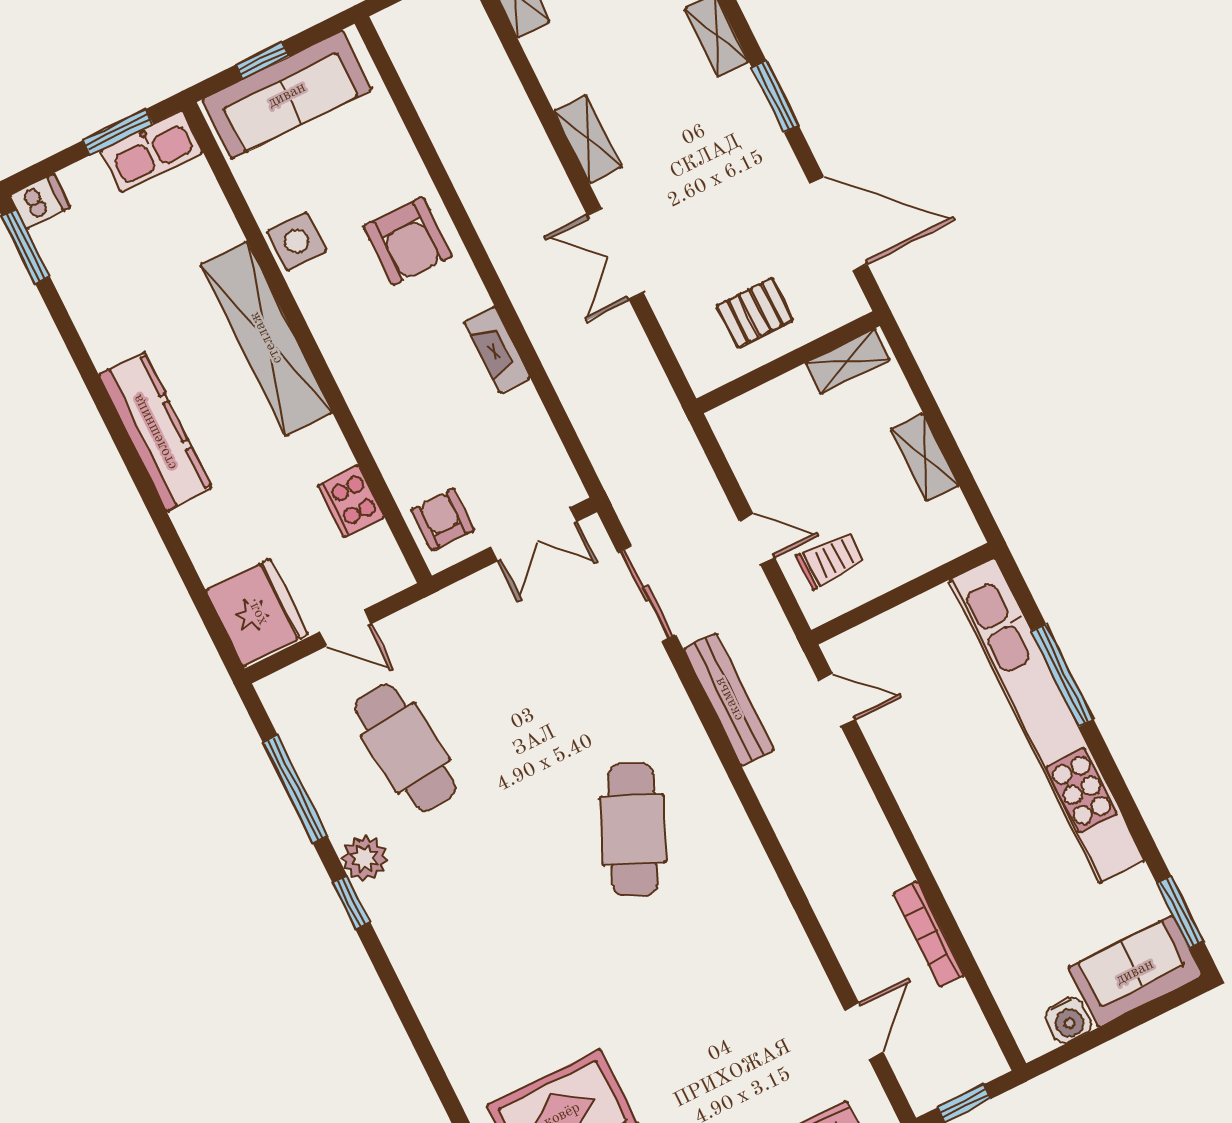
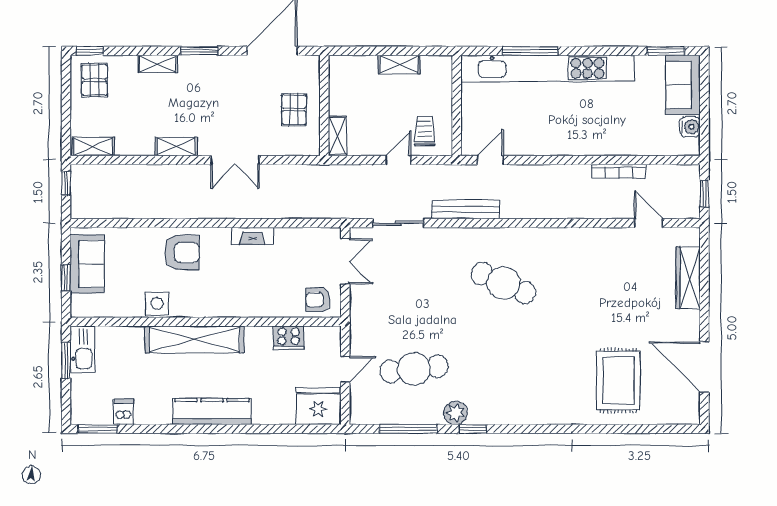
sofa: (287, 95) -> (87, 264), width x0.73
dishwasher: (40, 201) -> (123, 412), moved
shelving: (848, 361) -> (337, 136), moved

